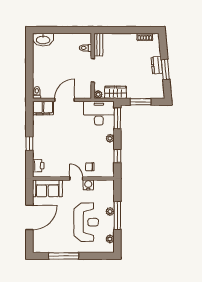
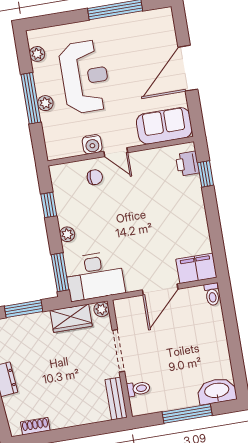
window: (61, 30) -> (187, 414), added
window: (29, 144) -> (206, 174), moved
reception desk: (86, 222) -> (85, 77), turned 180

